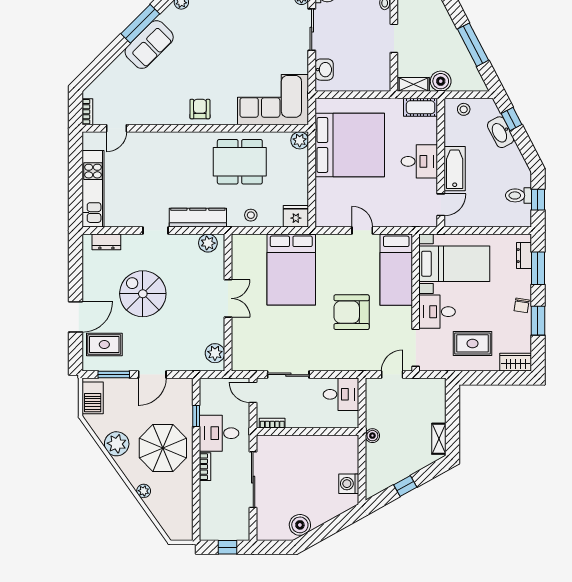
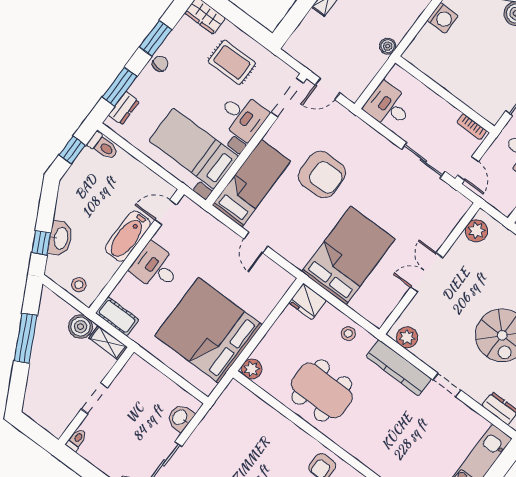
corner sofa: (273, 100) -> (248, 425), removed
toilet: (518, 195) -> (103, 146), moved

